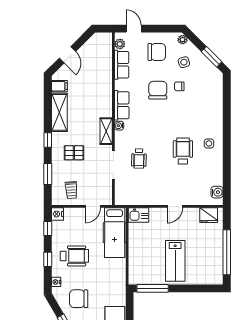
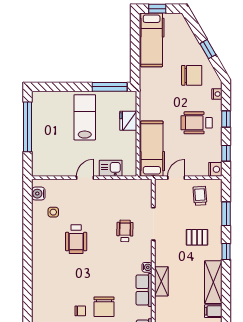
shelving: (106, 131) -> (161, 281), moved
side table: (209, 143) -> (53, 212), moved
kitchen sink: (139, 215) -> (111, 168), moved
fridge: (209, 215) -> (128, 121), moved, turned -90

